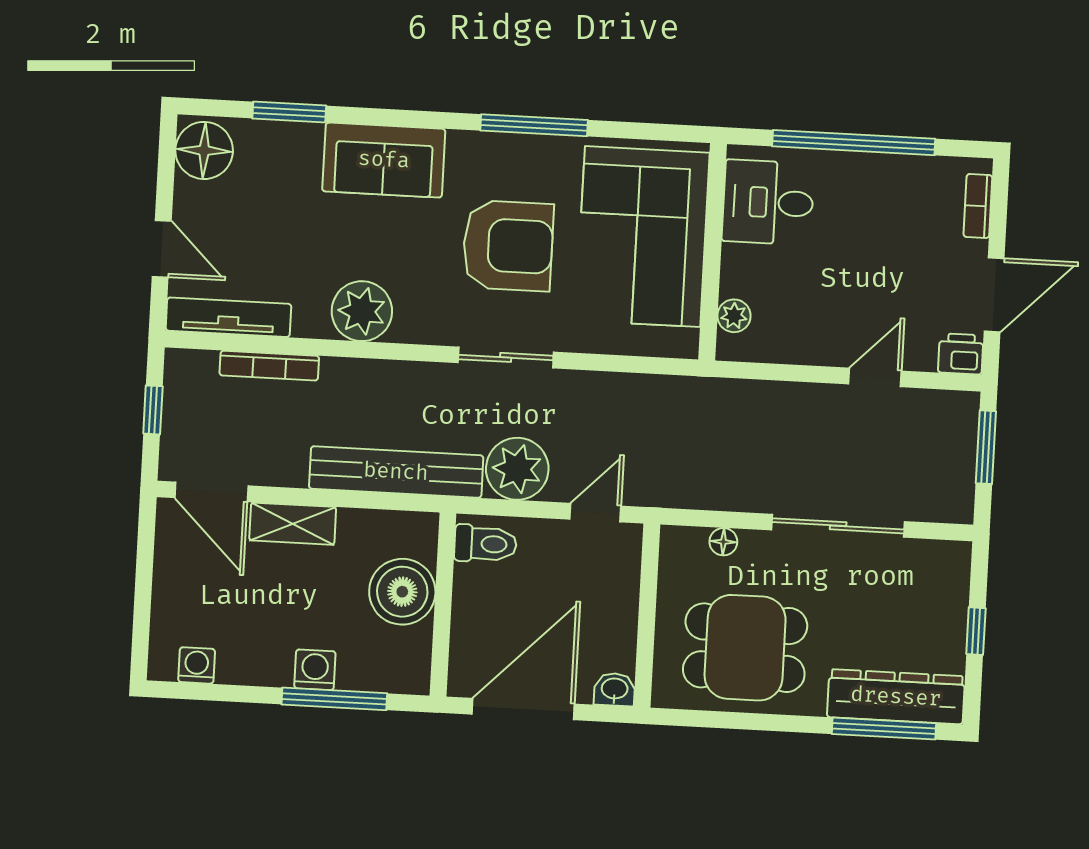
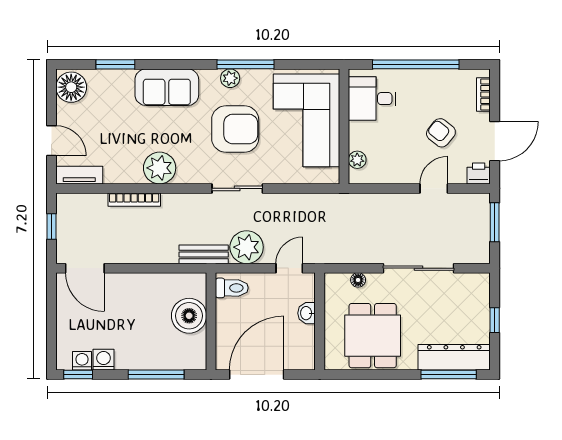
plant: (504, 150) -> (230, 78), added
armchair: (894, 274) -> (441, 133), added
tv unit: (228, 317) -> (79, 175), width x0.71
bookcase: (269, 366) -> (134, 200), moved
bench: (396, 472) -> (204, 254), width x0.54, depth x0.82
shelving: (293, 524) -> (129, 283), removed
dining table: (745, 648) -> (373, 336), turned 90
washing machine: (315, 670) -> (104, 360), moved
washbasin: (615, 689) -> (307, 313), moved, turned -90
window: (188, 691) -> (78, 375), added

